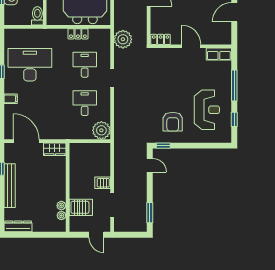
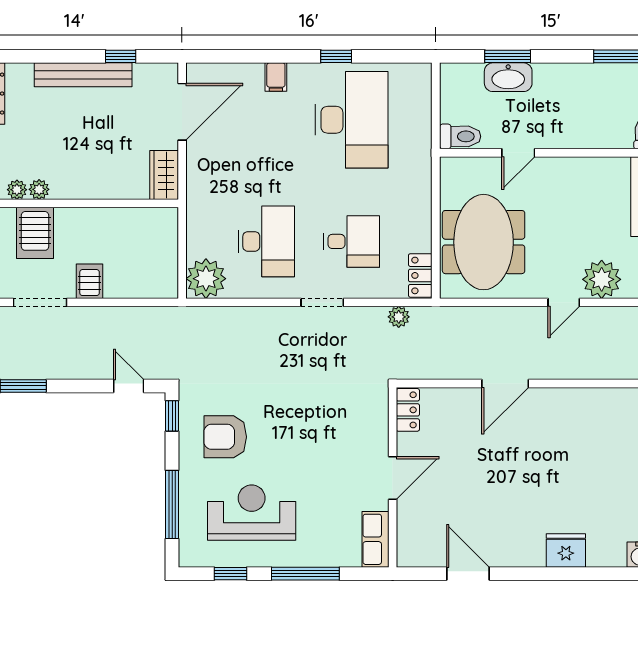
locker: (78, 34) -> (420, 275), moved
plant: (123, 39) -> (399, 317), width x0.53, depth x0.53
desk: (85, 103) -> (266, 241), width x1.37
reception desk: (207, 110) -> (252, 513), turned 180
window: (203, 146) -> (172, 505), added
door: (150, 165) -> (129, 386), swing flipped

